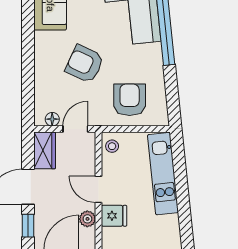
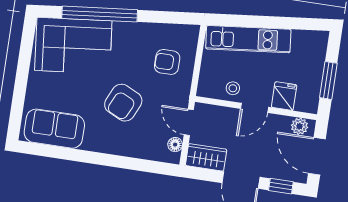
armchair: (130, 100) -> (167, 62), width x0.72, depth x0.72
stool: (112, 146) -> (233, 88), moved
plant: (87, 219) -> (299, 126), moved

